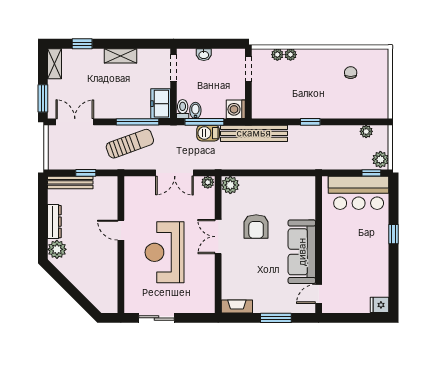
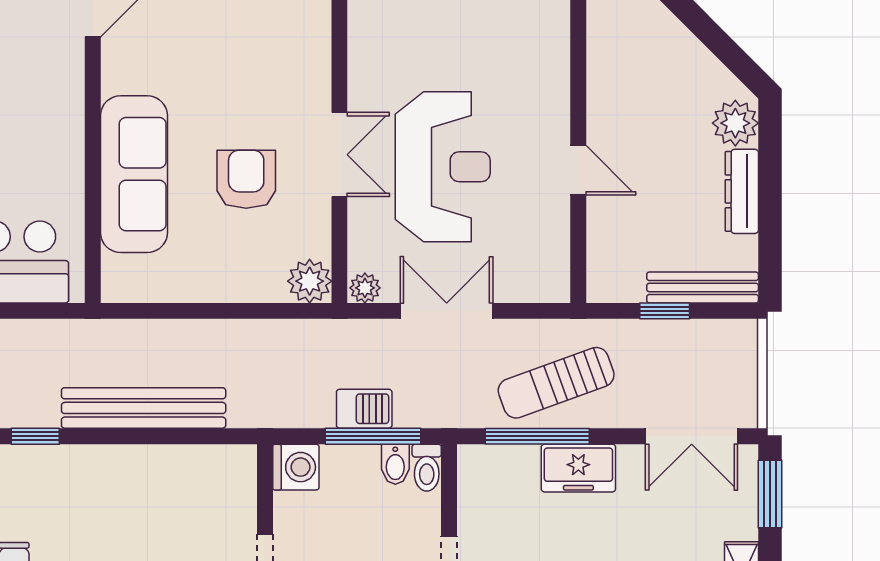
freezer: (161, 104) -> (578, 468), moved, turned 90
window: (310, 122) -> (35, 436), moved
bench: (254, 133) -> (144, 408), moved
reception desk: (164, 252) -> (443, 167), moved
sofa: (302, 252) -> (134, 174), moved

